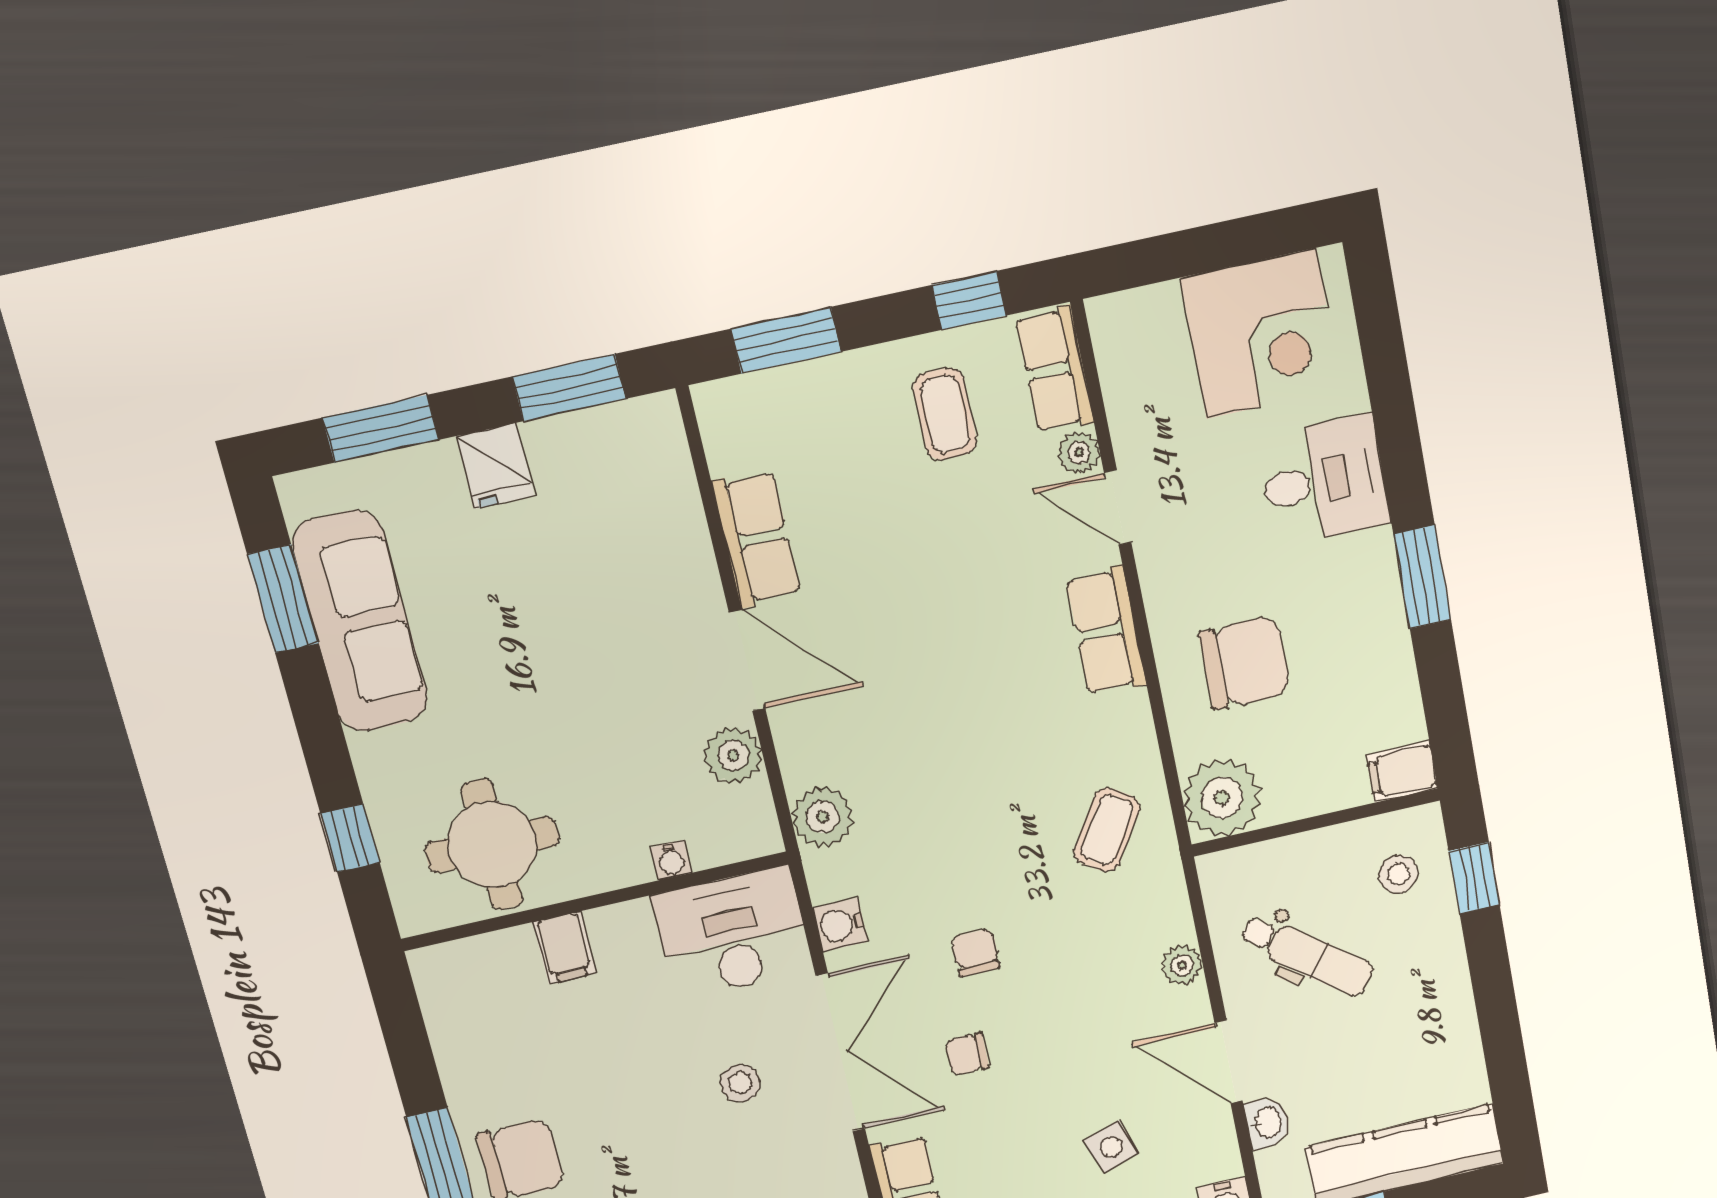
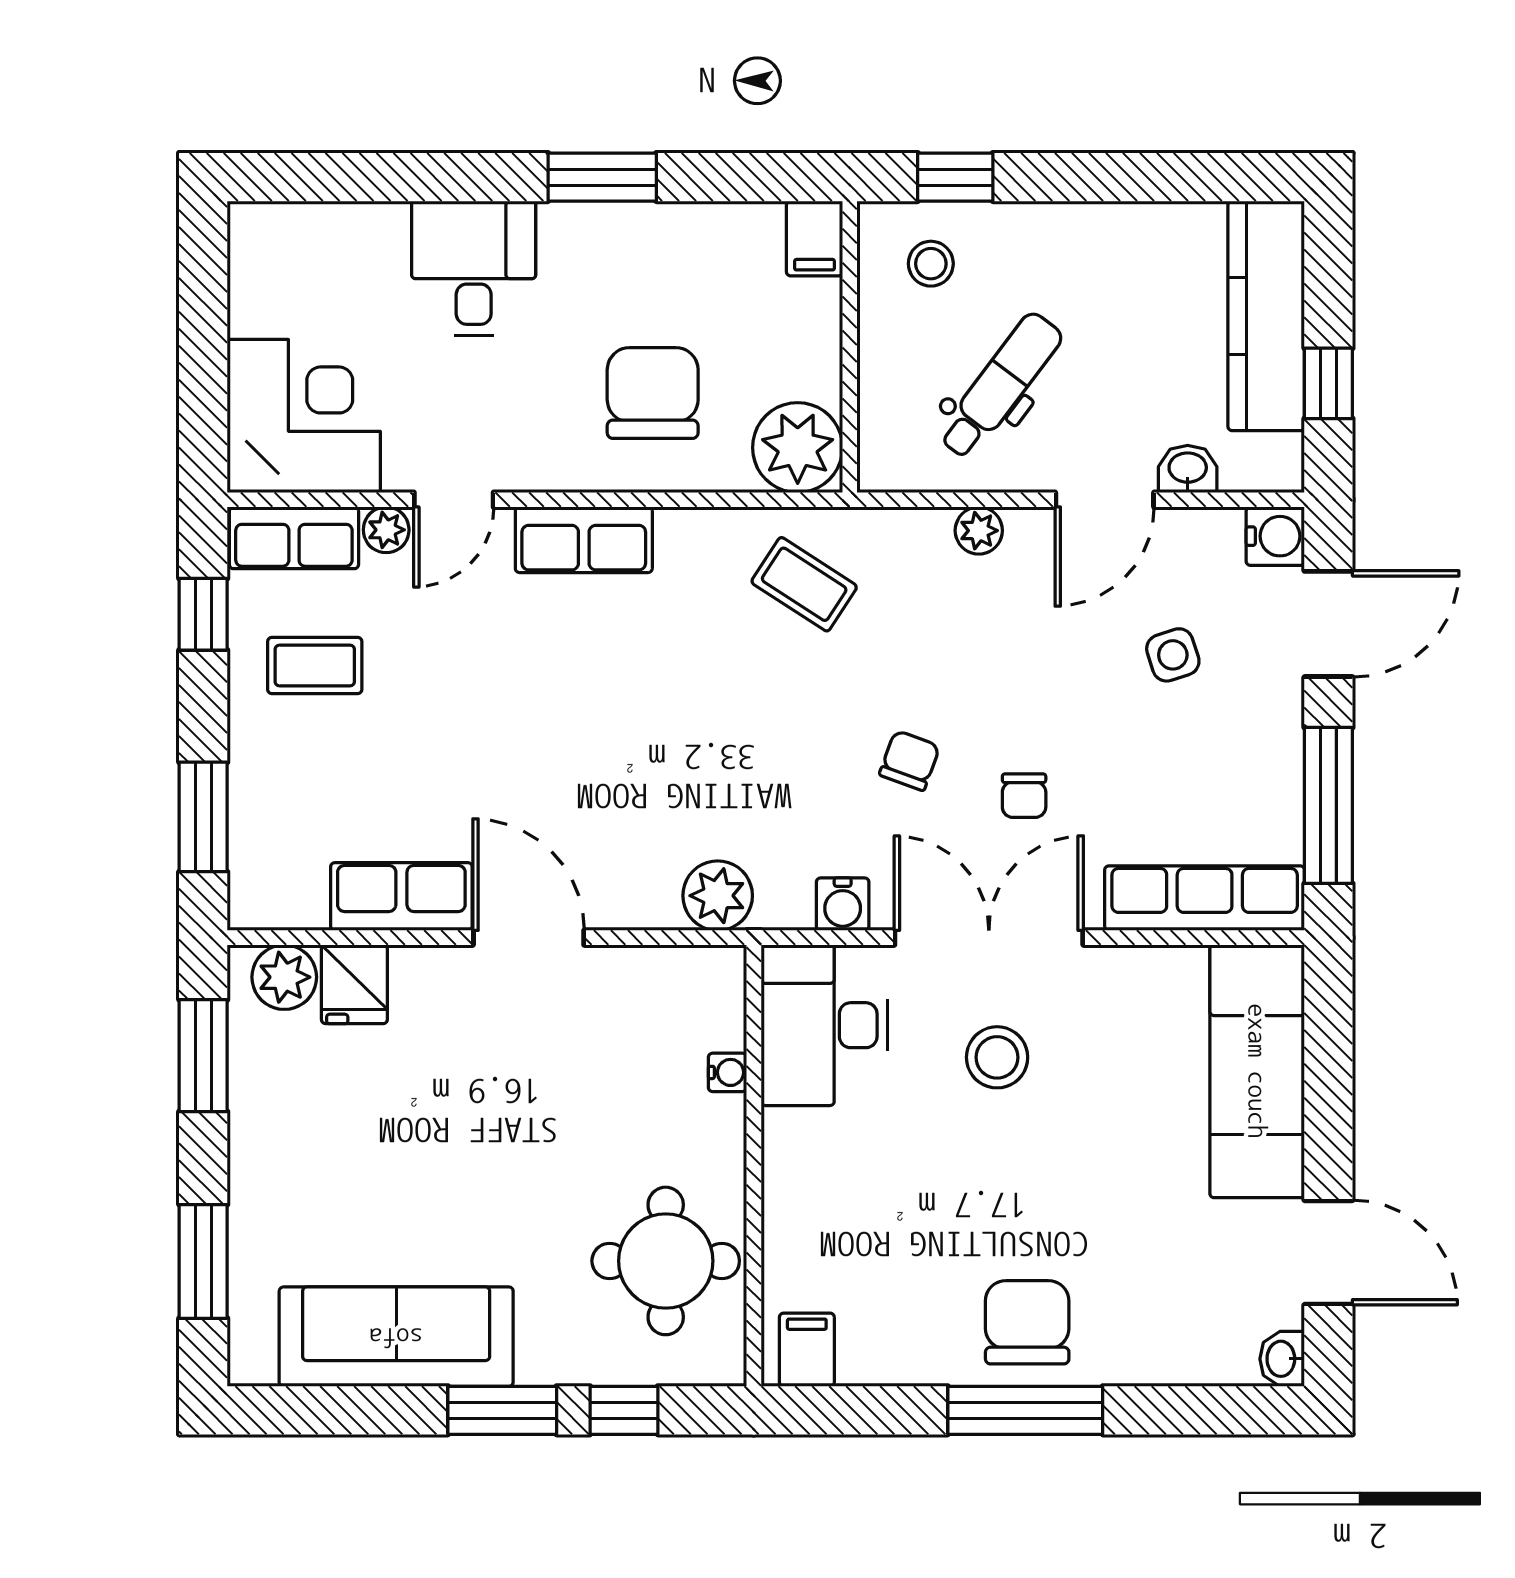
corner desk: (1261, 334) -> (304, 416), moved
fridge: (495, 466) -> (354, 984), moved, turned 90
window: (283, 599) -> (502, 1410), moved
door: (747, 660) -> (529, 938), hinge flipped
plant: (733, 755) -> (284, 977), moved
filing cabinet: (565, 948) -> (807, 1350), moved, turned -90
chair: (976, 953) -> (910, 760), turned 110
stool: (740, 1083) -> (997, 1057), width x1.37, depth x1.37

